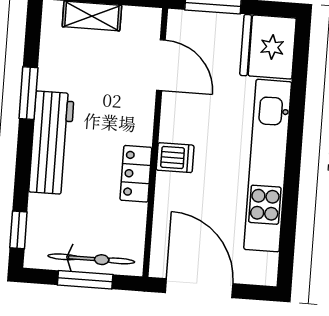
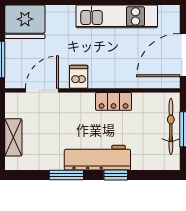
dishwasher: (175, 158) -> (79, 77), moved
kitchen unit: (268, 166) -> (117, 16), width x0.73
window: (18, 230) -> (116, 175), moved

